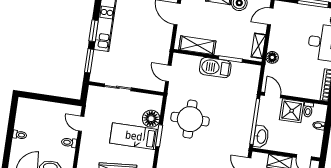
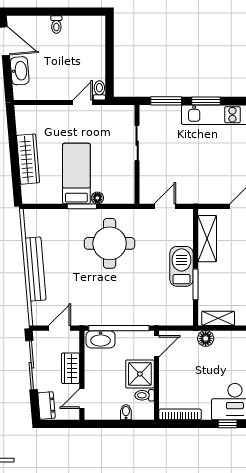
floor lamp: (151, 119) -> (97, 198), width x0.53, depth x0.53
toilet: (69, 143) -> (99, 90), moved

